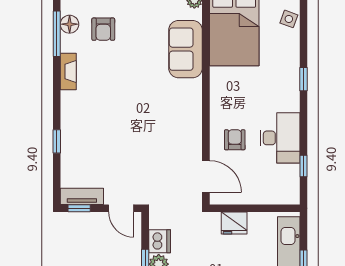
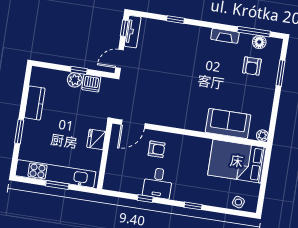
armchair: (103, 29) -> (252, 66), turned -90
desk: (280, 138) -> (158, 183), width x0.73
window: (303, 166) -> (145, 199), moved

